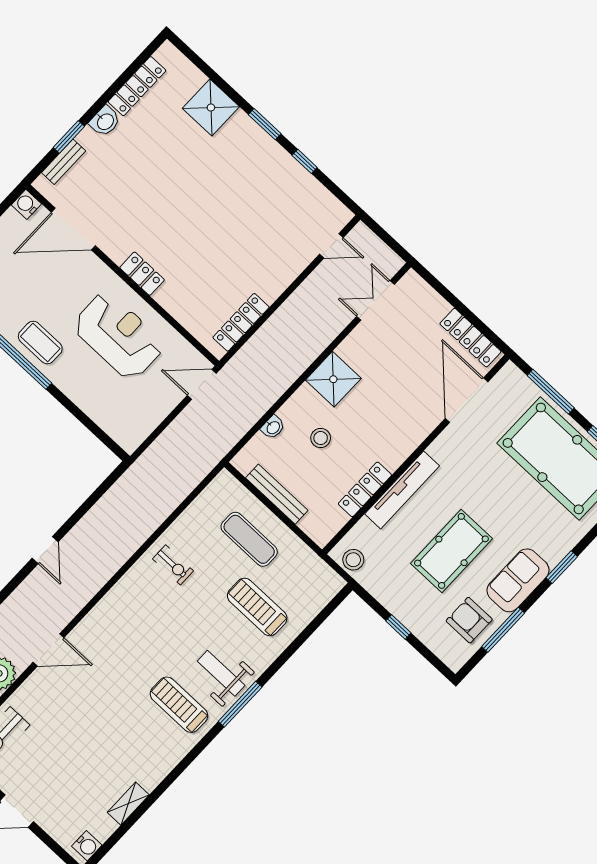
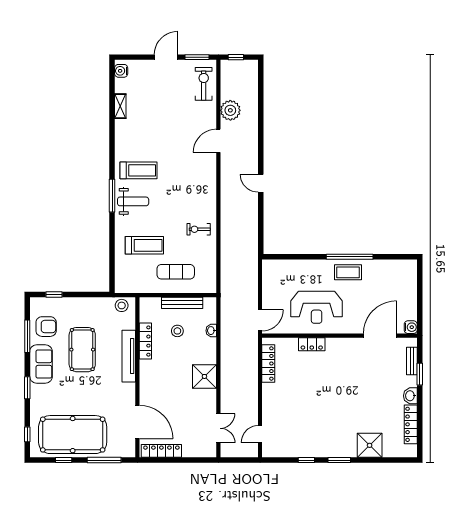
locker: (142, 274) -> (312, 344), moved
stool: (321, 438) -> (177, 331), moved
window: (398, 627) -> (54, 294), moved

